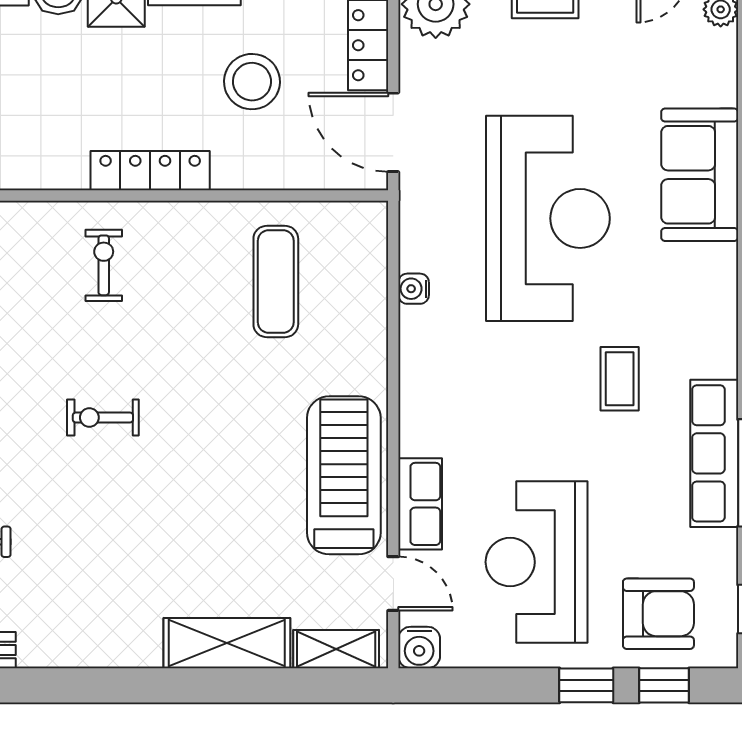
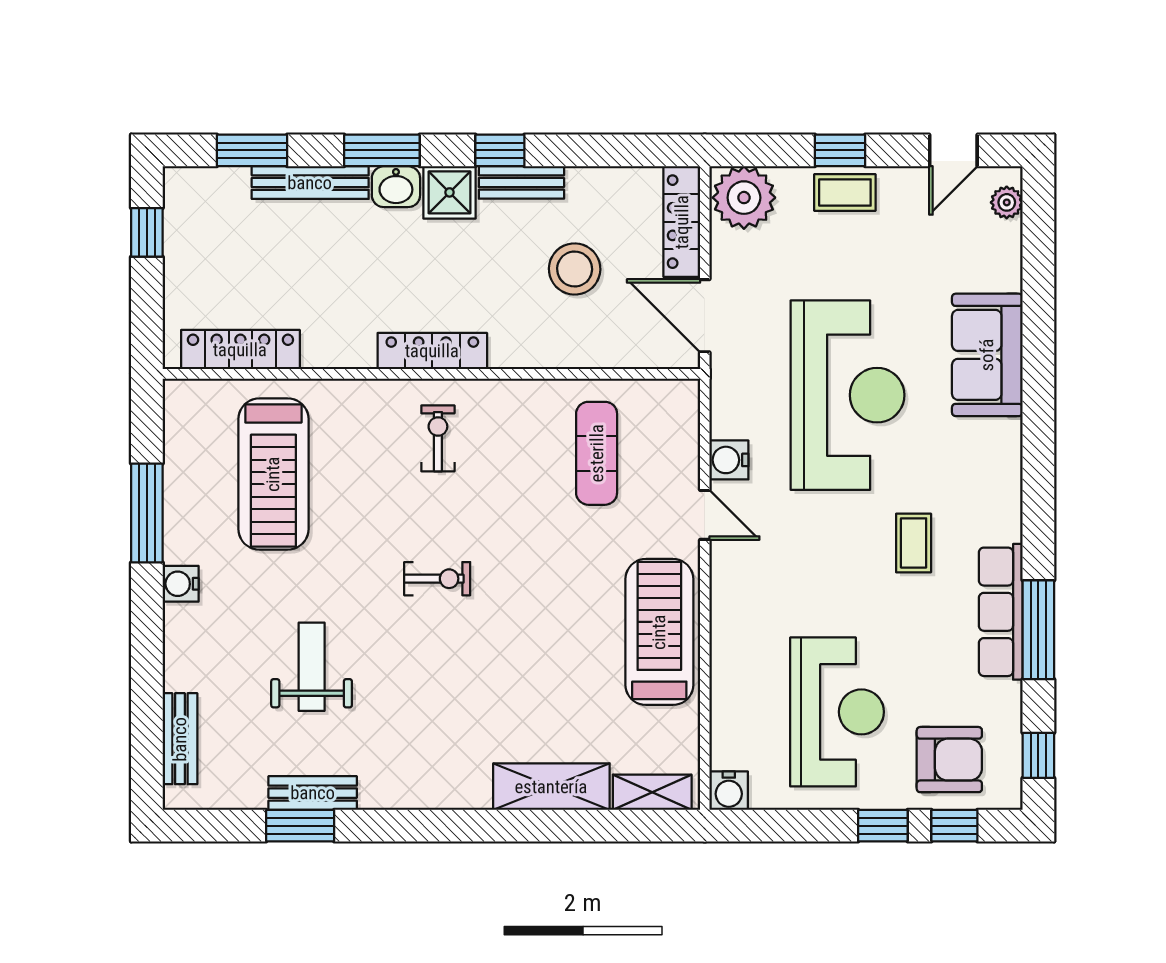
locker: (150, 171) -> (432, 351), moved
water cooler: (414, 289) -> (729, 460), width x1.38, depth x1.38
exercise bike: (103, 418) -> (437, 579), turned 180
row of seats: (420, 504) -> (730, 658), removed
reception desk: (537, 562) -> (837, 712), turned 180
door: (393, 584) -> (705, 515), moved

